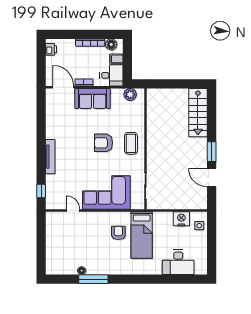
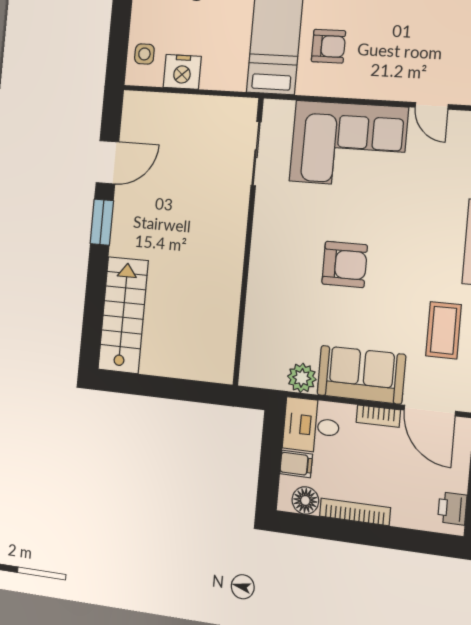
plant: (130, 94) -> (302, 378), moved
coffee table: (131, 143) -> (444, 330), moved
door: (212, 178) -> (107, 162), hinge flipped
armchair: (118, 233) -> (328, 46), turned -90

